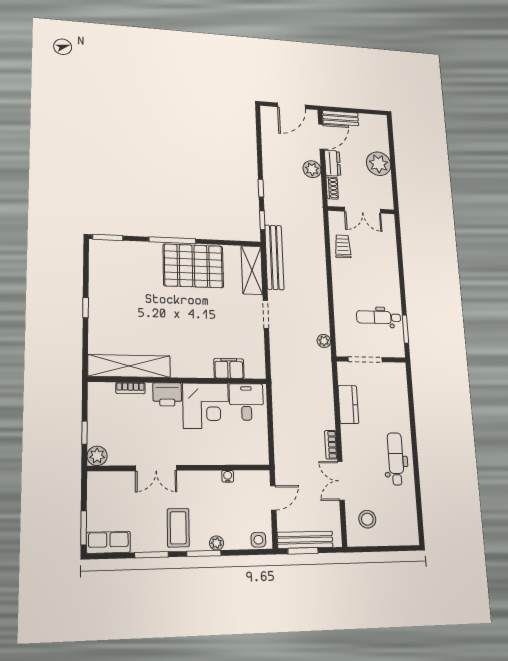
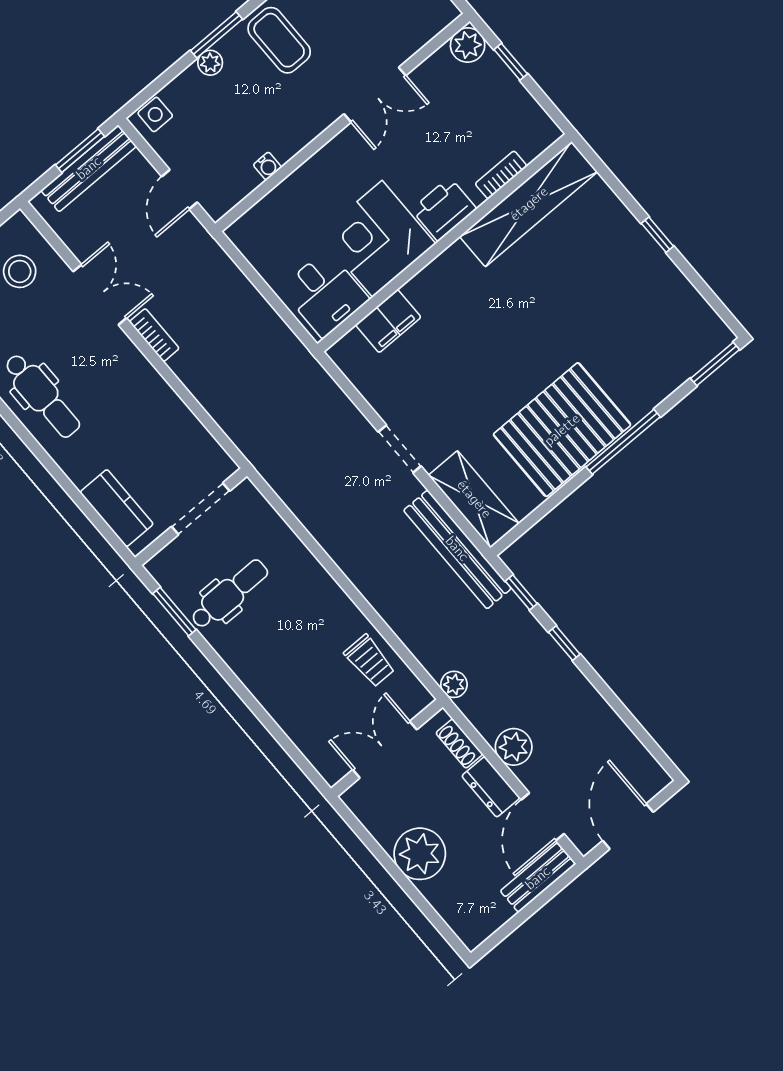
plant: (324, 341) -> (454, 684), moved
kitchen counter: (348, 405) -> (117, 508), moved, turned 180
double door: (156, 468) -> (375, 95), swing flipped

